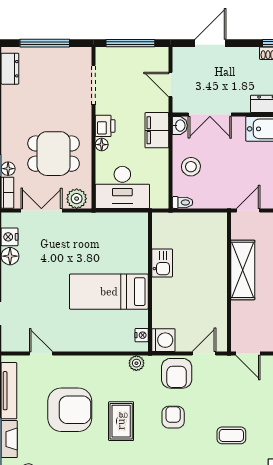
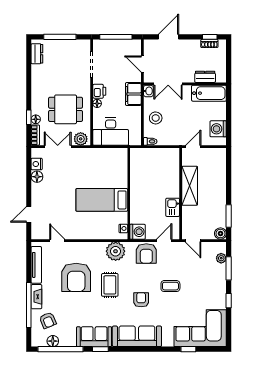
kitchen sink: (162, 263) -> (173, 207), moved, turned 180
plant: (136, 363) -> (116, 251), width x1.88, depth x1.88
armchair: (70, 410) -> (76, 277), turned 90
armchair: (173, 417) -> (141, 300), moved
coffee table: (231, 435) -> (170, 286), moved

